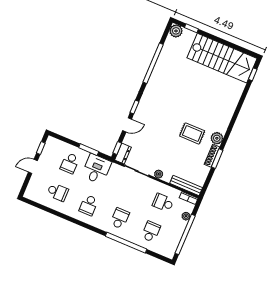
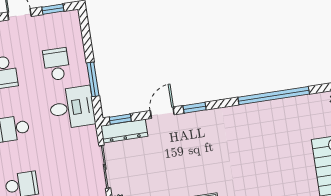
door: (127, 125) -> (162, 113), swing flipped
dresser: (123, 154) -> (124, 131), width x1.44
school desk: (70, 163) -> (57, 64), turned 90

